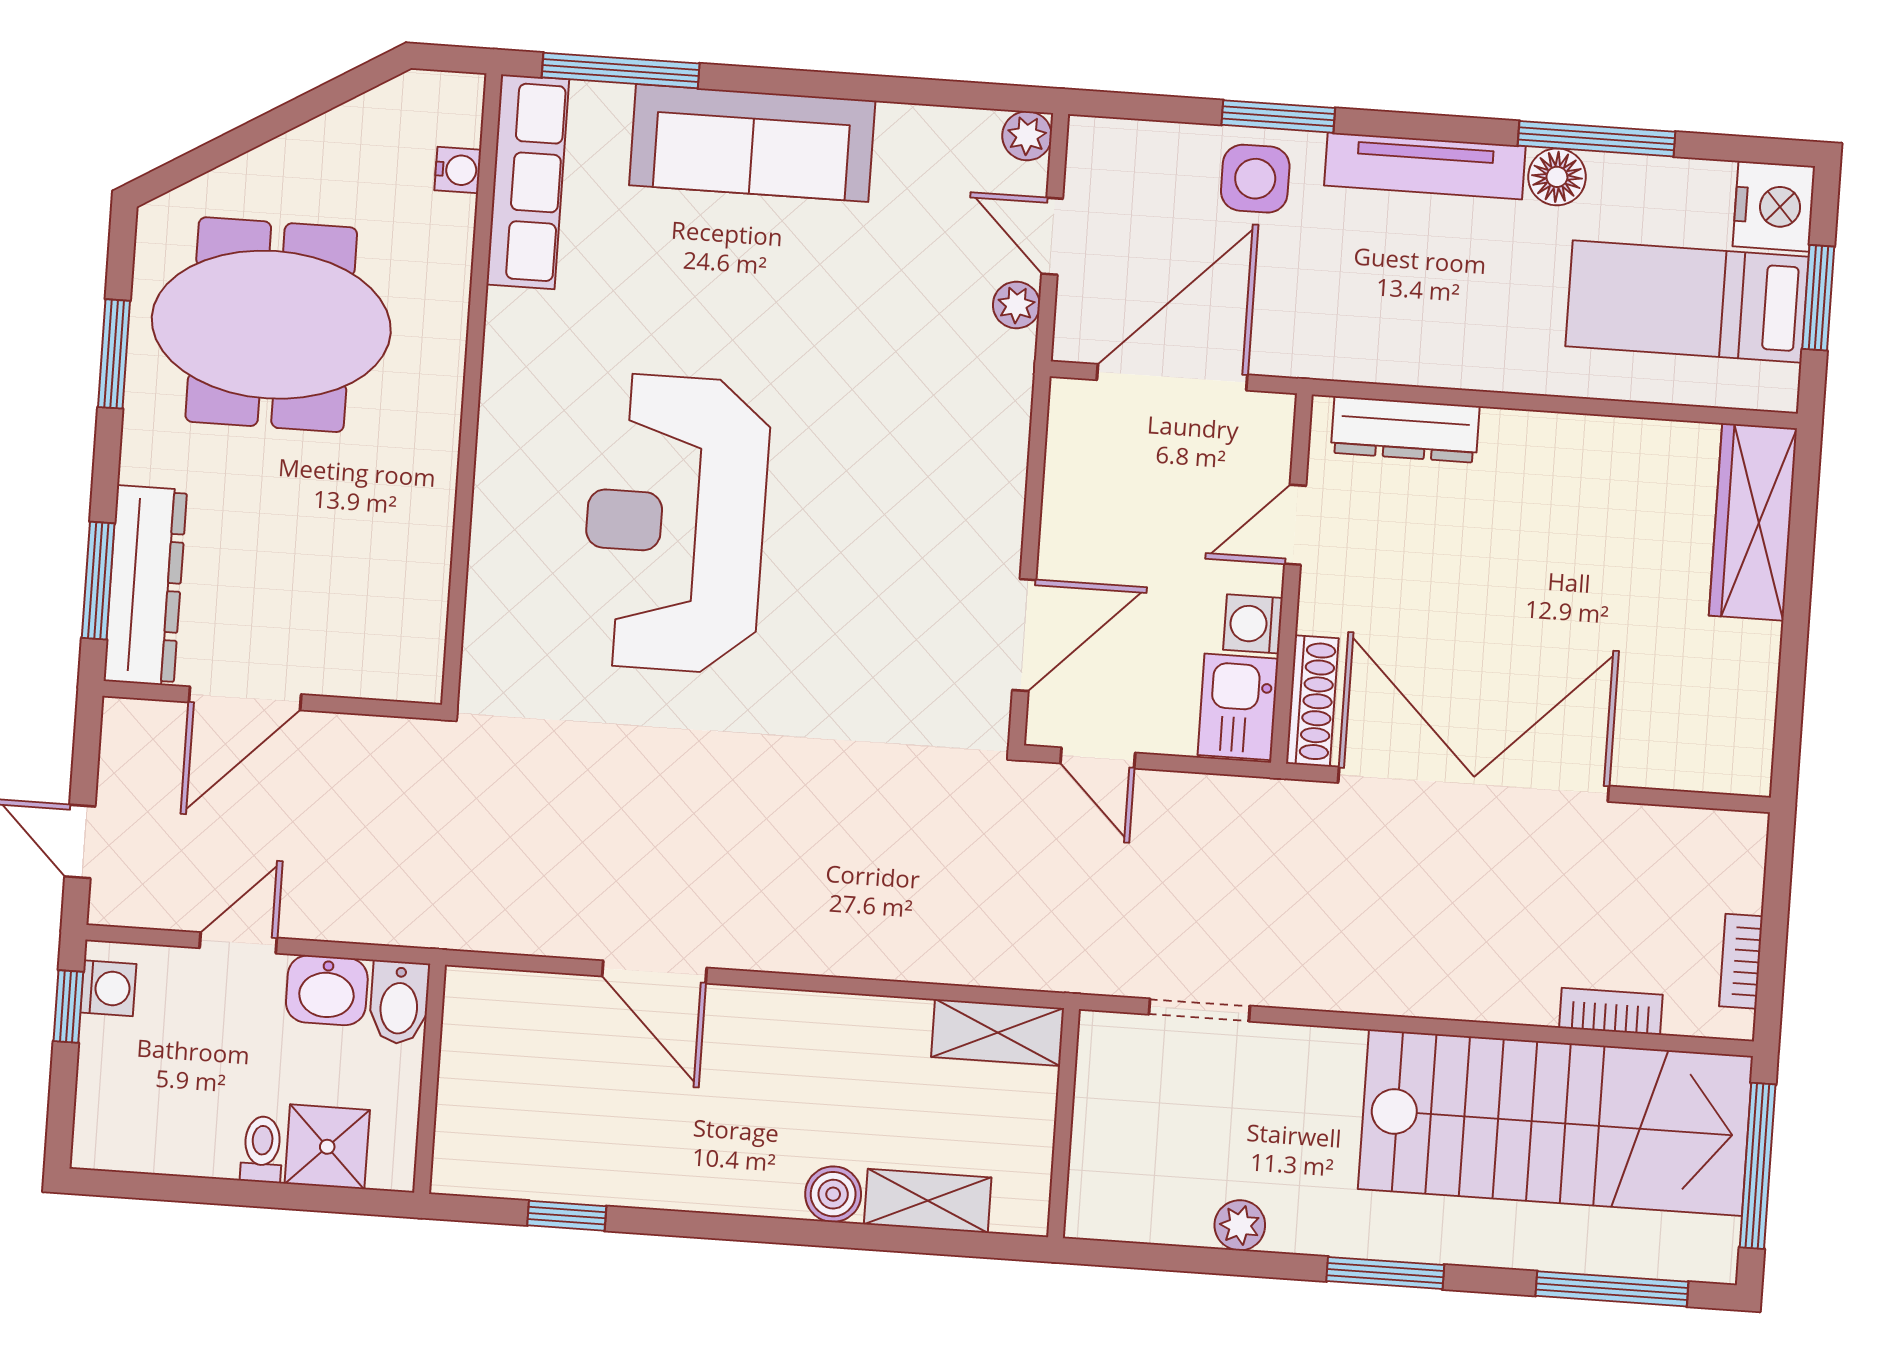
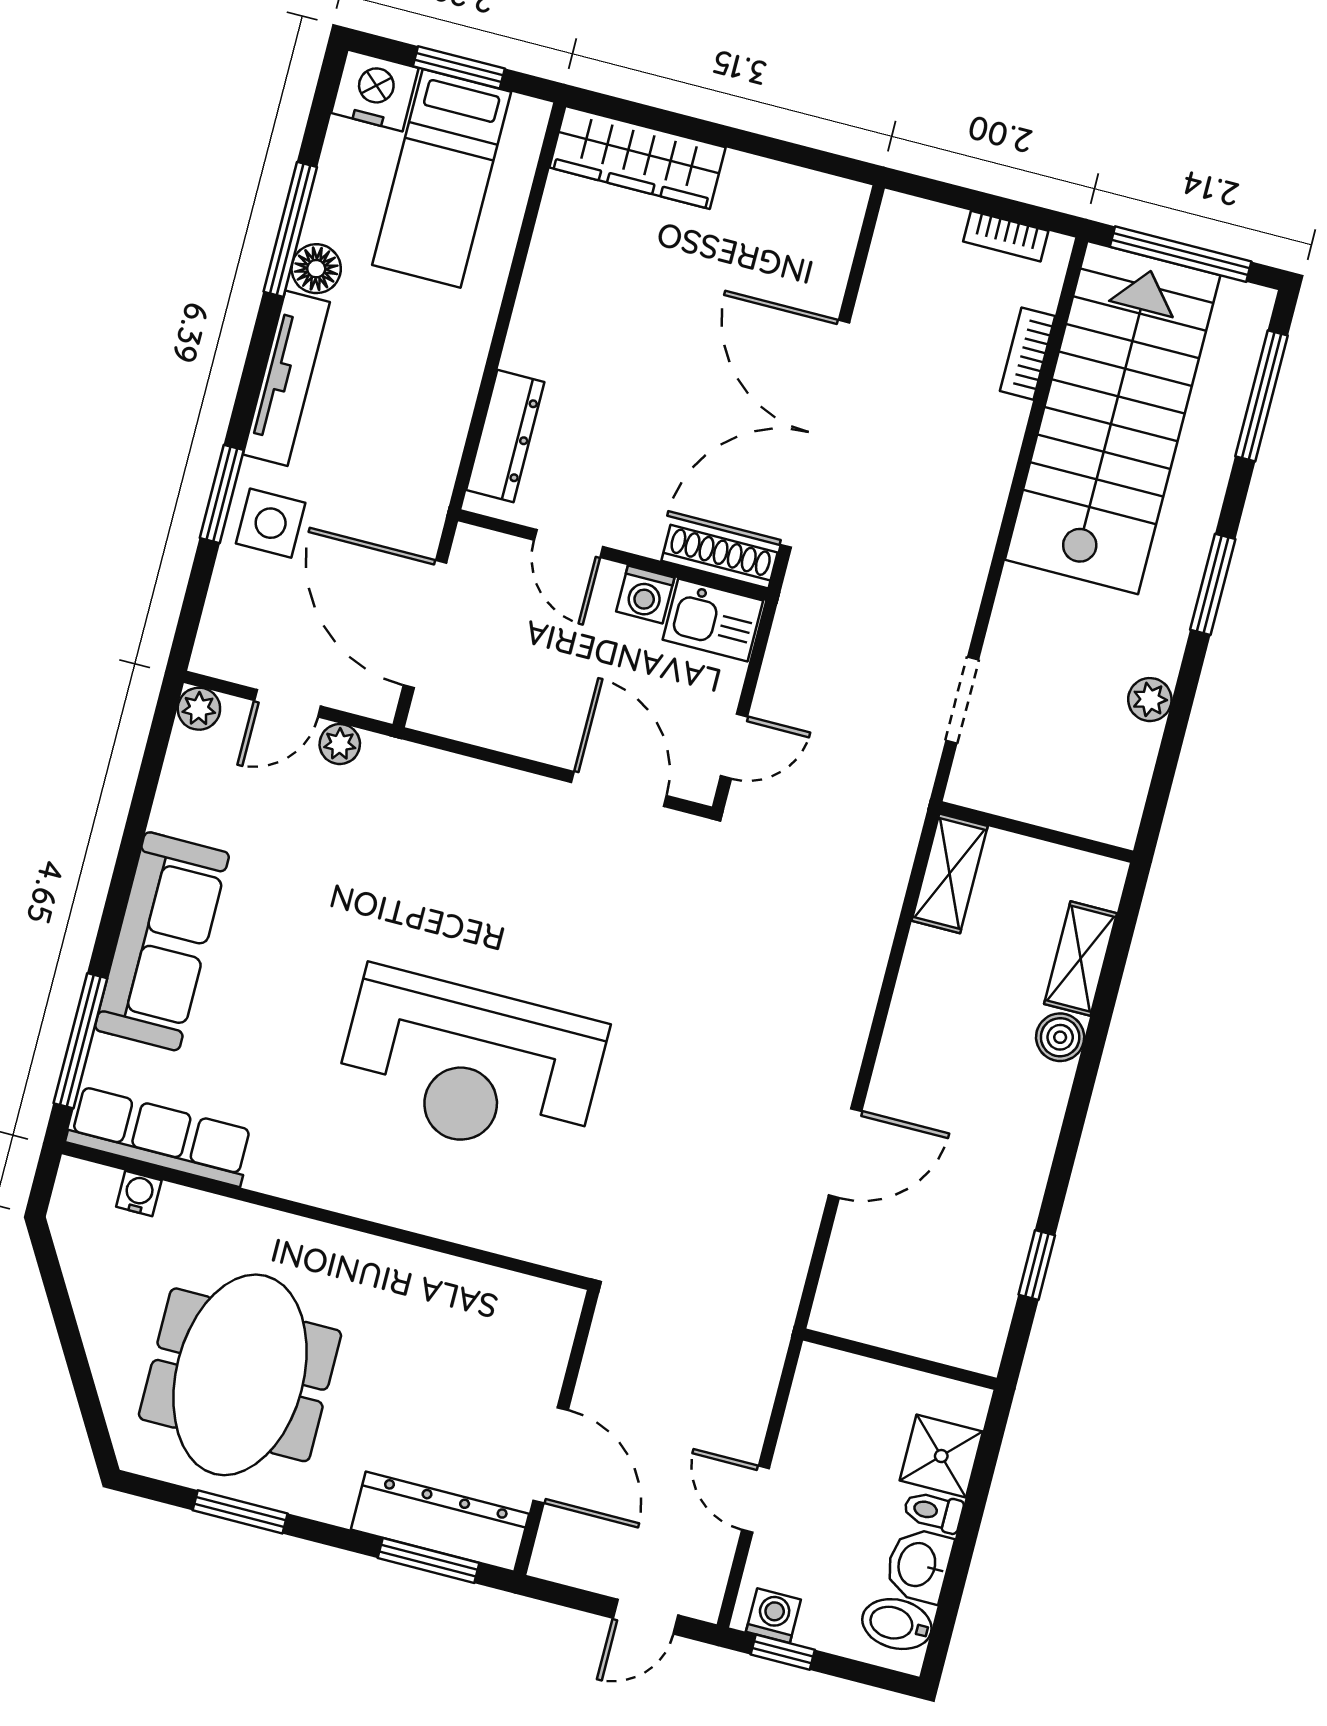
washbasin: (327, 990) -> (918, 1565), moved, turned 180
bidet: (399, 1003) -> (897, 1624), moved, turned 180

